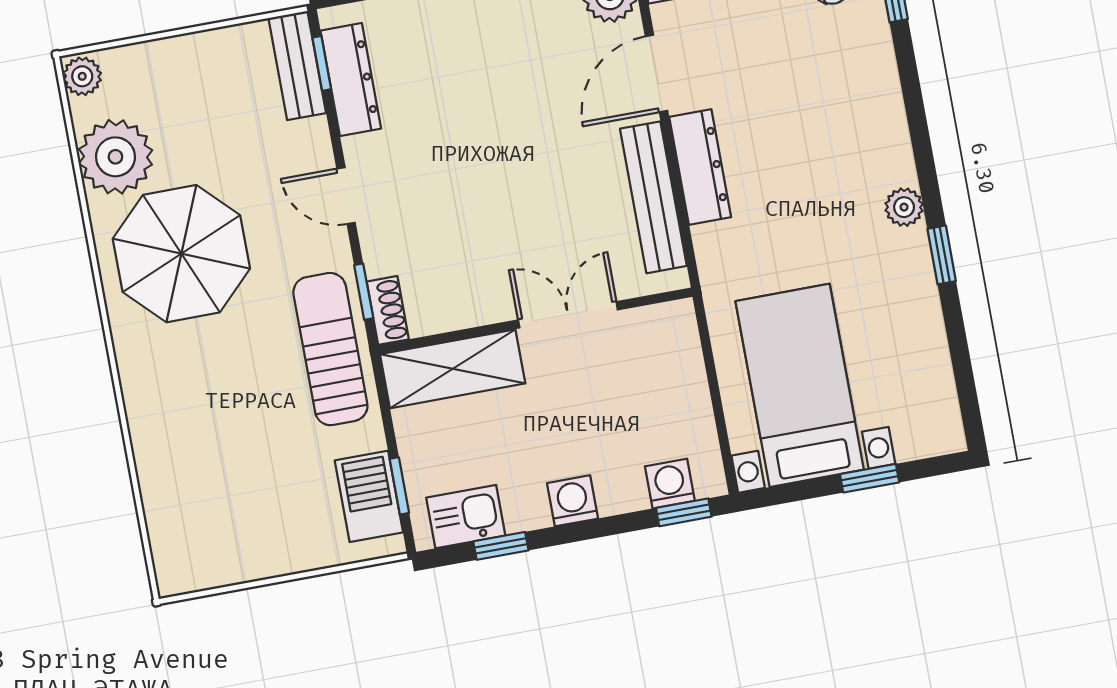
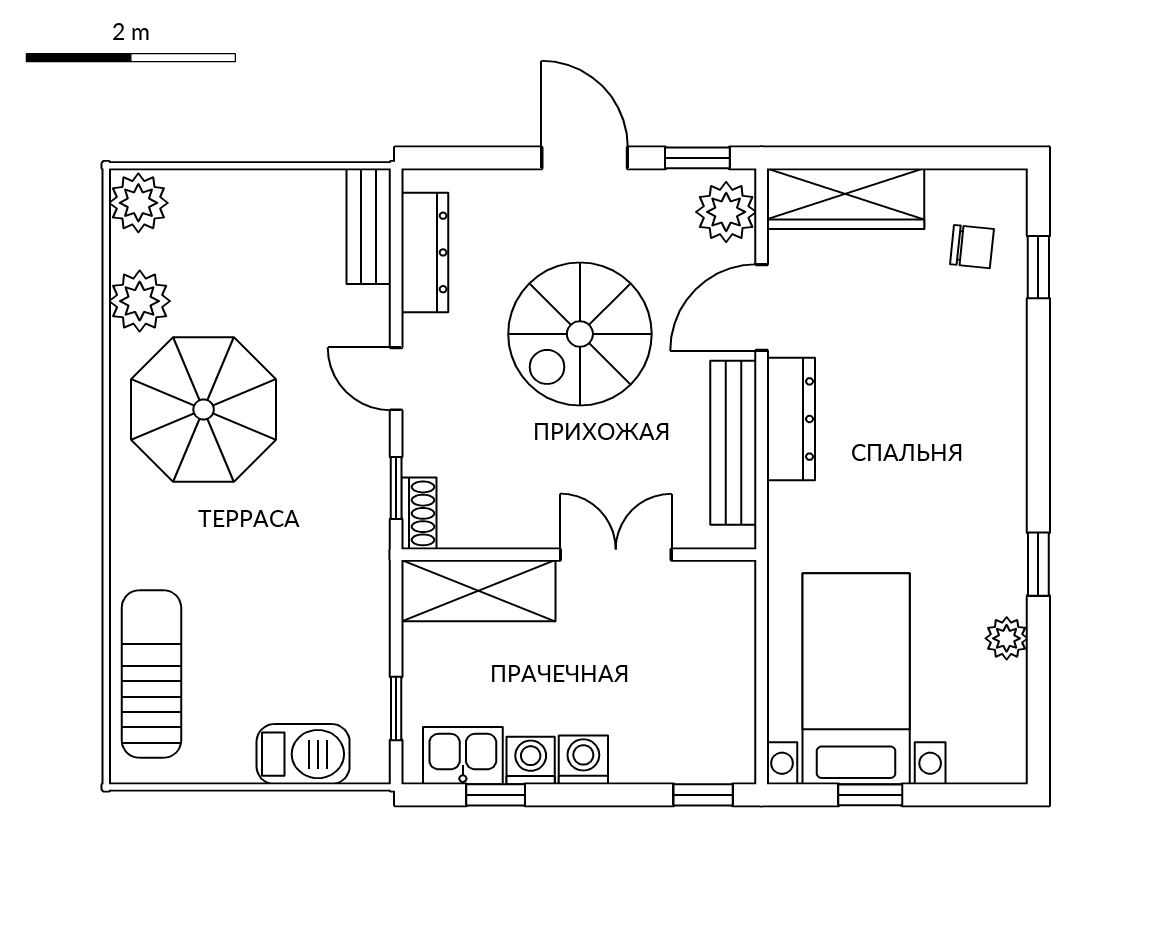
window: (322, 63) -> (396, 229), removed
plant: (82, 76) -> (138, 203), width x1.38, depth x1.38
spiral stairs: (501, 126) -> (580, 334), added
plant: (115, 157) -> (140, 301), width x0.73, depth x0.73
plant: (904, 207) -> (1007, 638), moved
sun lounger: (330, 349) -> (151, 674), moved
window: (870, 478) -> (870, 795), moved
washing machine: (670, 484) -> (531, 760), moved
barbecue: (369, 496) -> (303, 754), moved, turned 90

